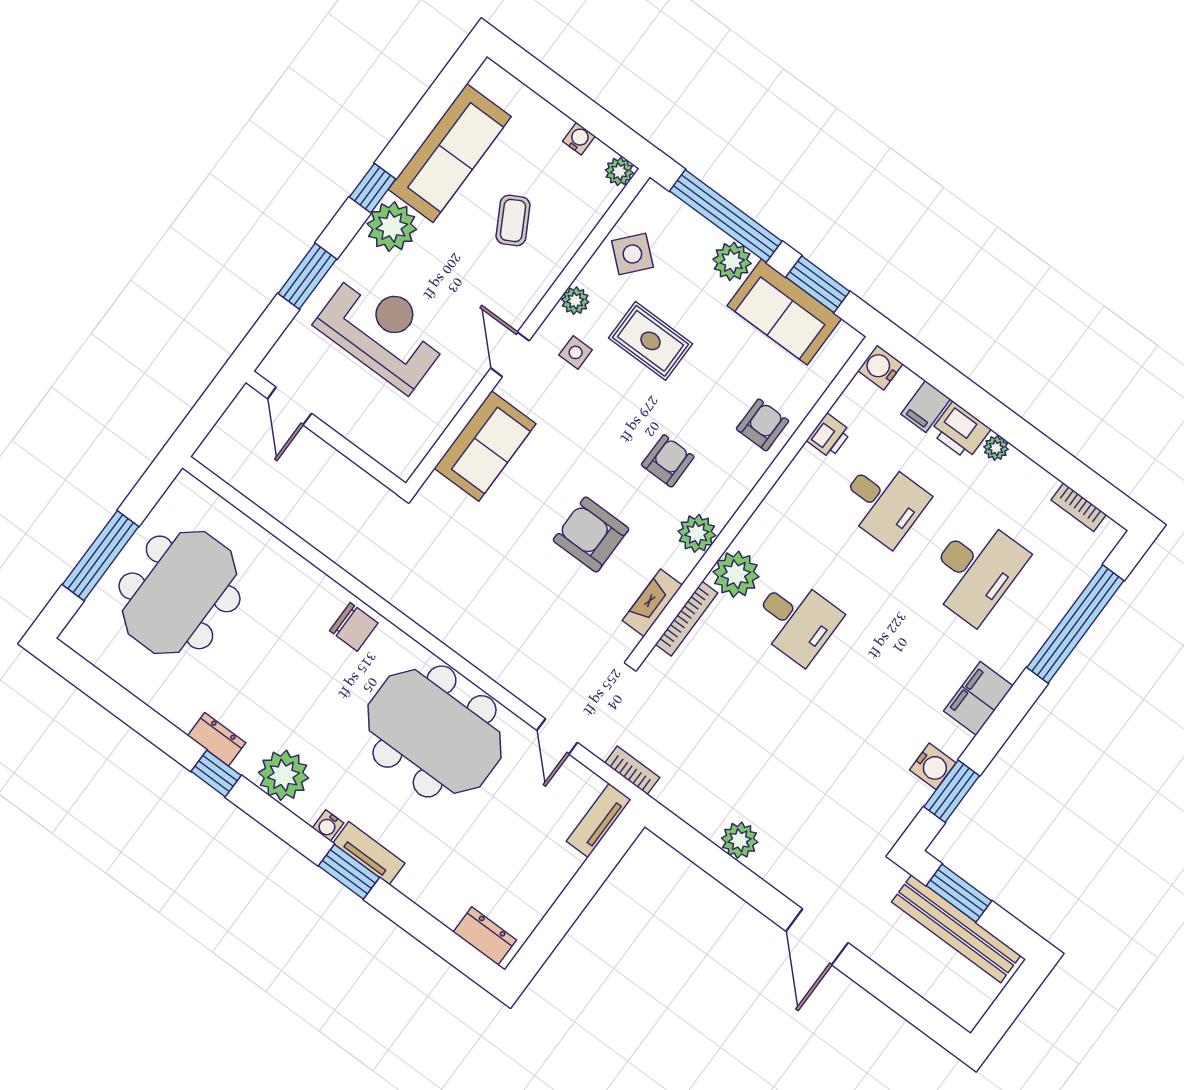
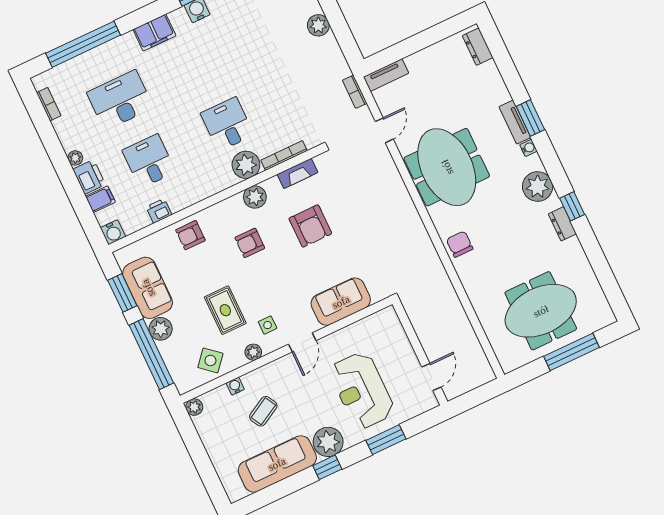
water cooler: (579, 139) -> (235, 386), moved, turned 90

